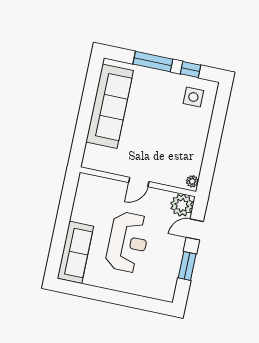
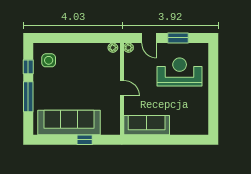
window: (84, 121) -> (85, 140), added
plant: (182, 205) -> (128, 48), width x0.53, depth x0.53
reception desk: (128, 242) -> (180, 72), moved
sofa: (75, 252) -> (147, 125), moved

